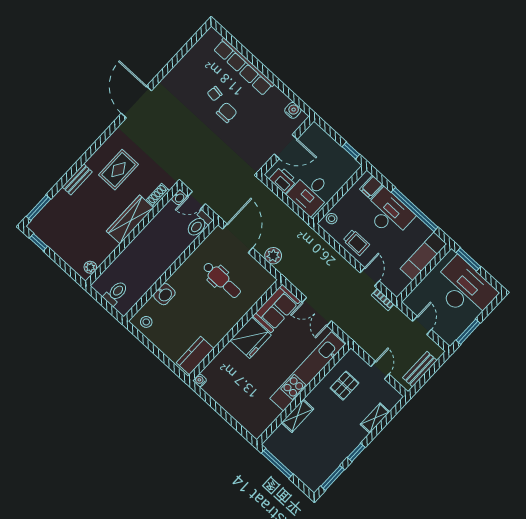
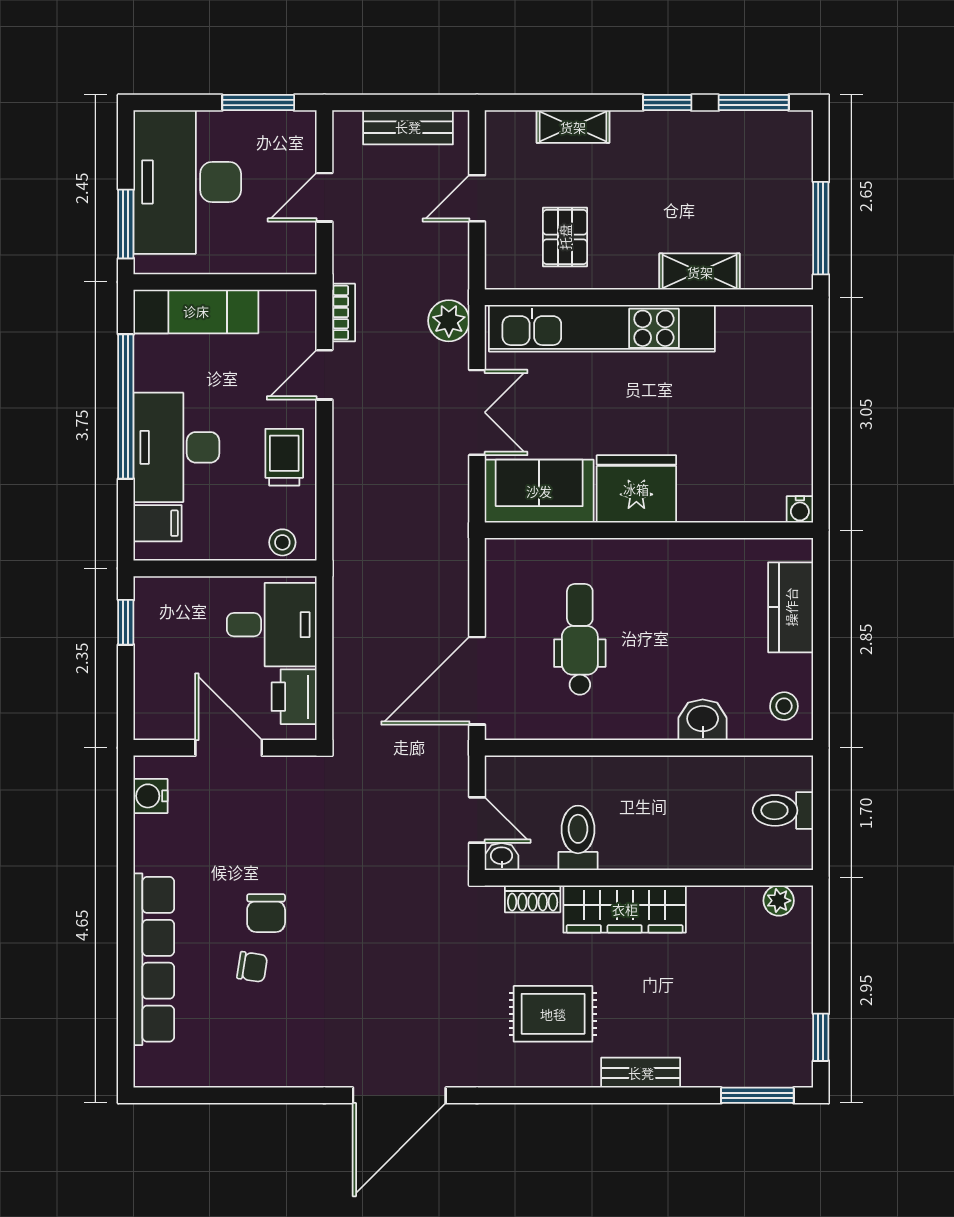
chair: (227, 112) -> (266, 913), turned -90
toilet: (199, 224) -> (578, 838), moved, turned -90
plant: (273, 256) -> (449, 321), moved
kitchen counter: (195, 356) -> (791, 607), moved, turned 90
pallet: (345, 386) -> (565, 237), turned 90

